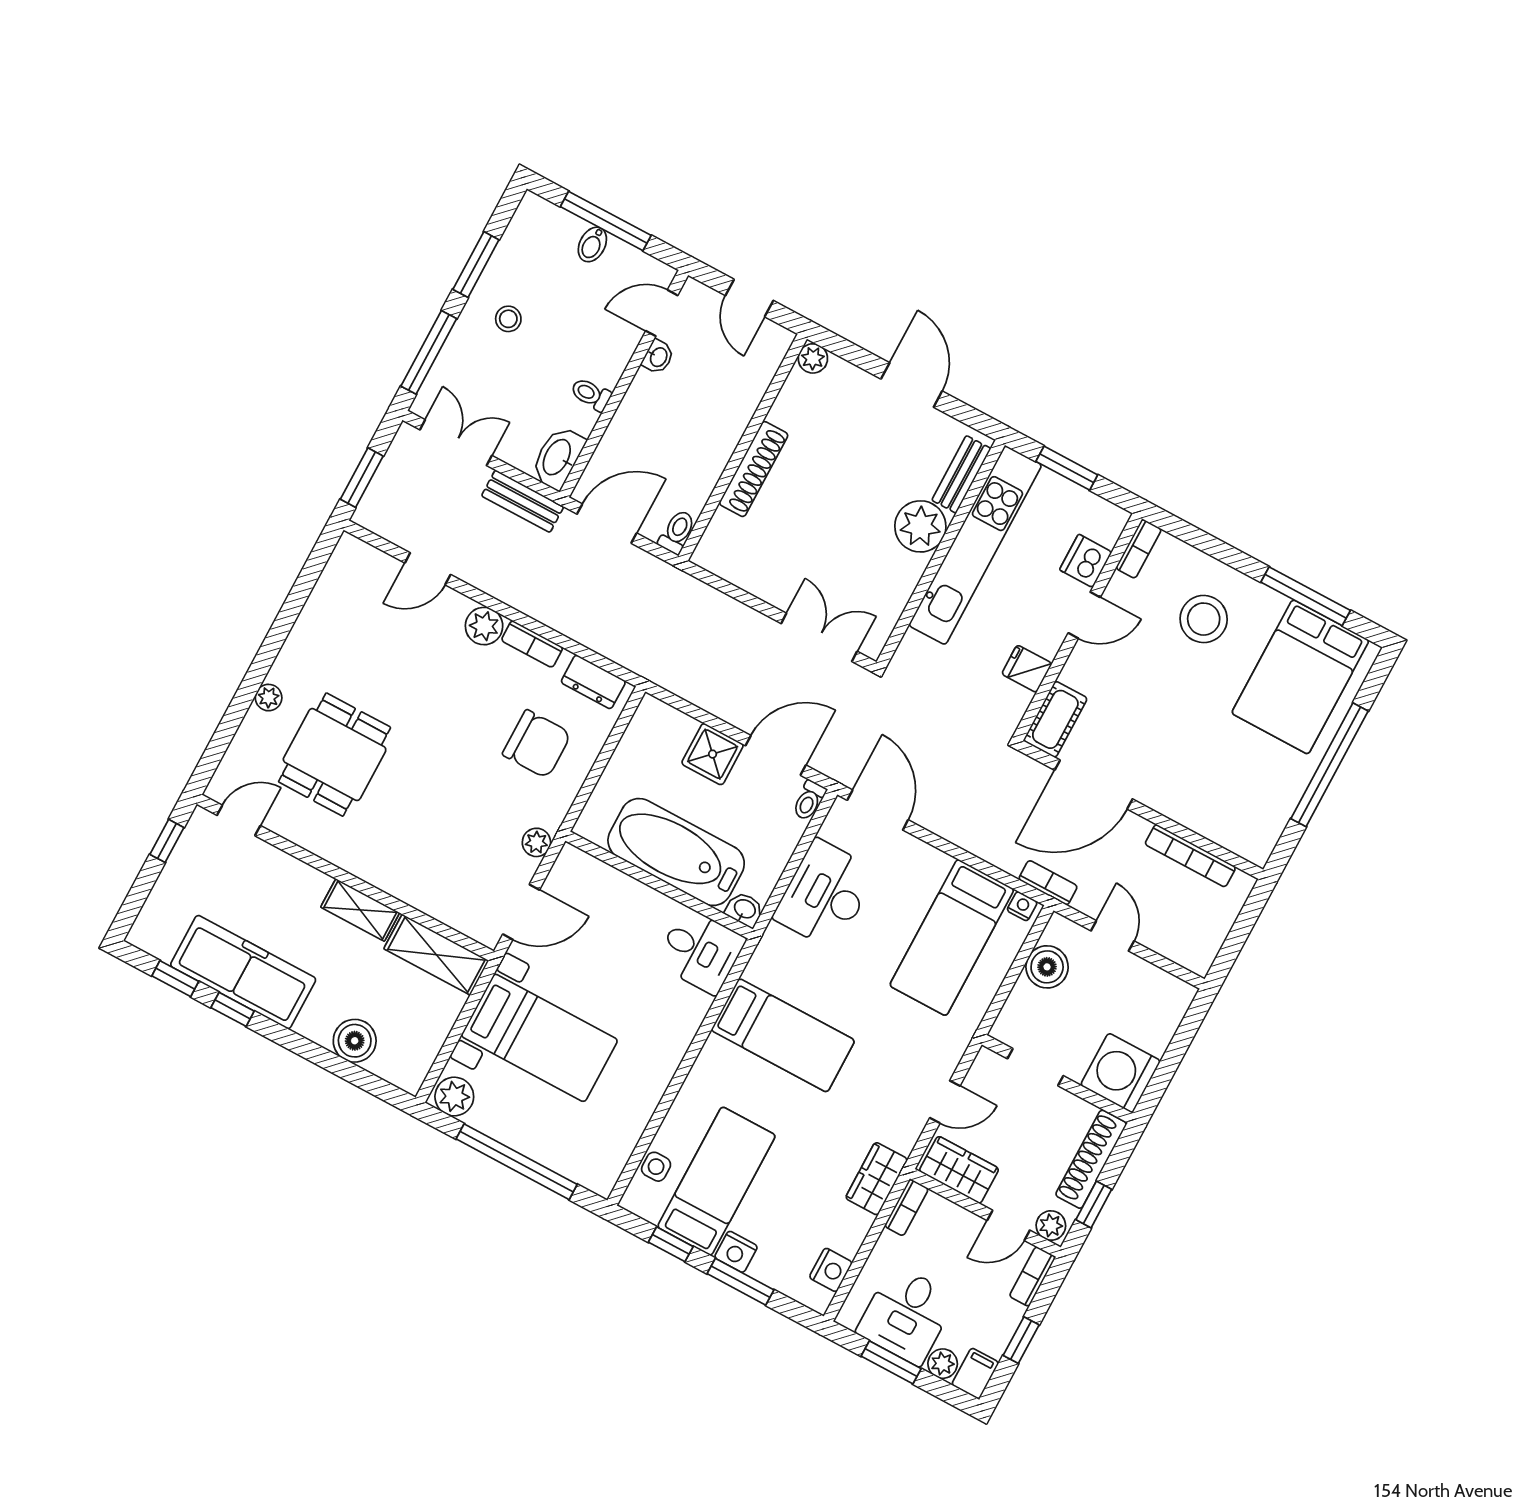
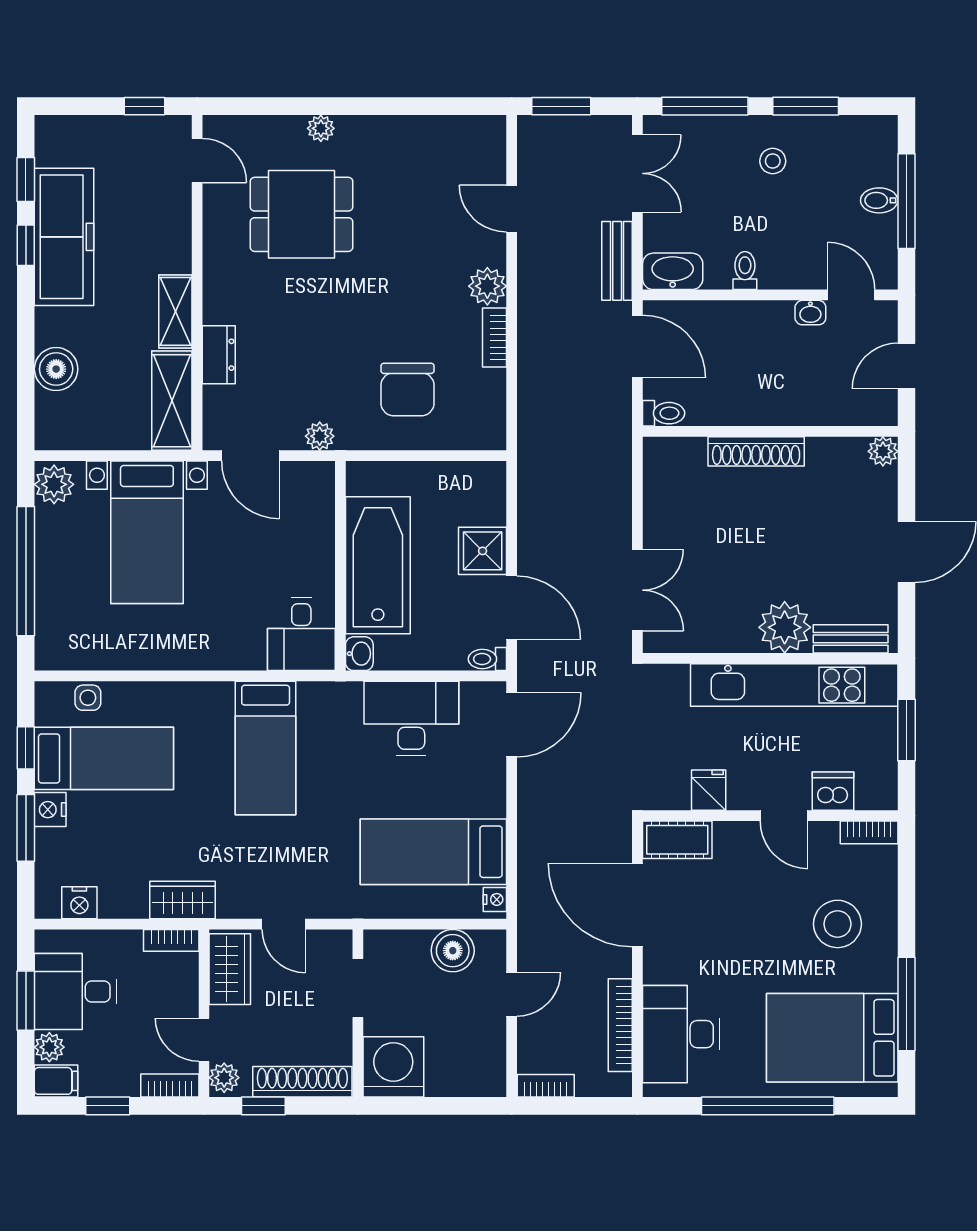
dresser: (593, 682) -> (219, 355), moved, turned 180
desk: (1227, 807) -> (681, 1034), added
bookcase: (1048, 883) -> (546, 1086), moved, turned -90

